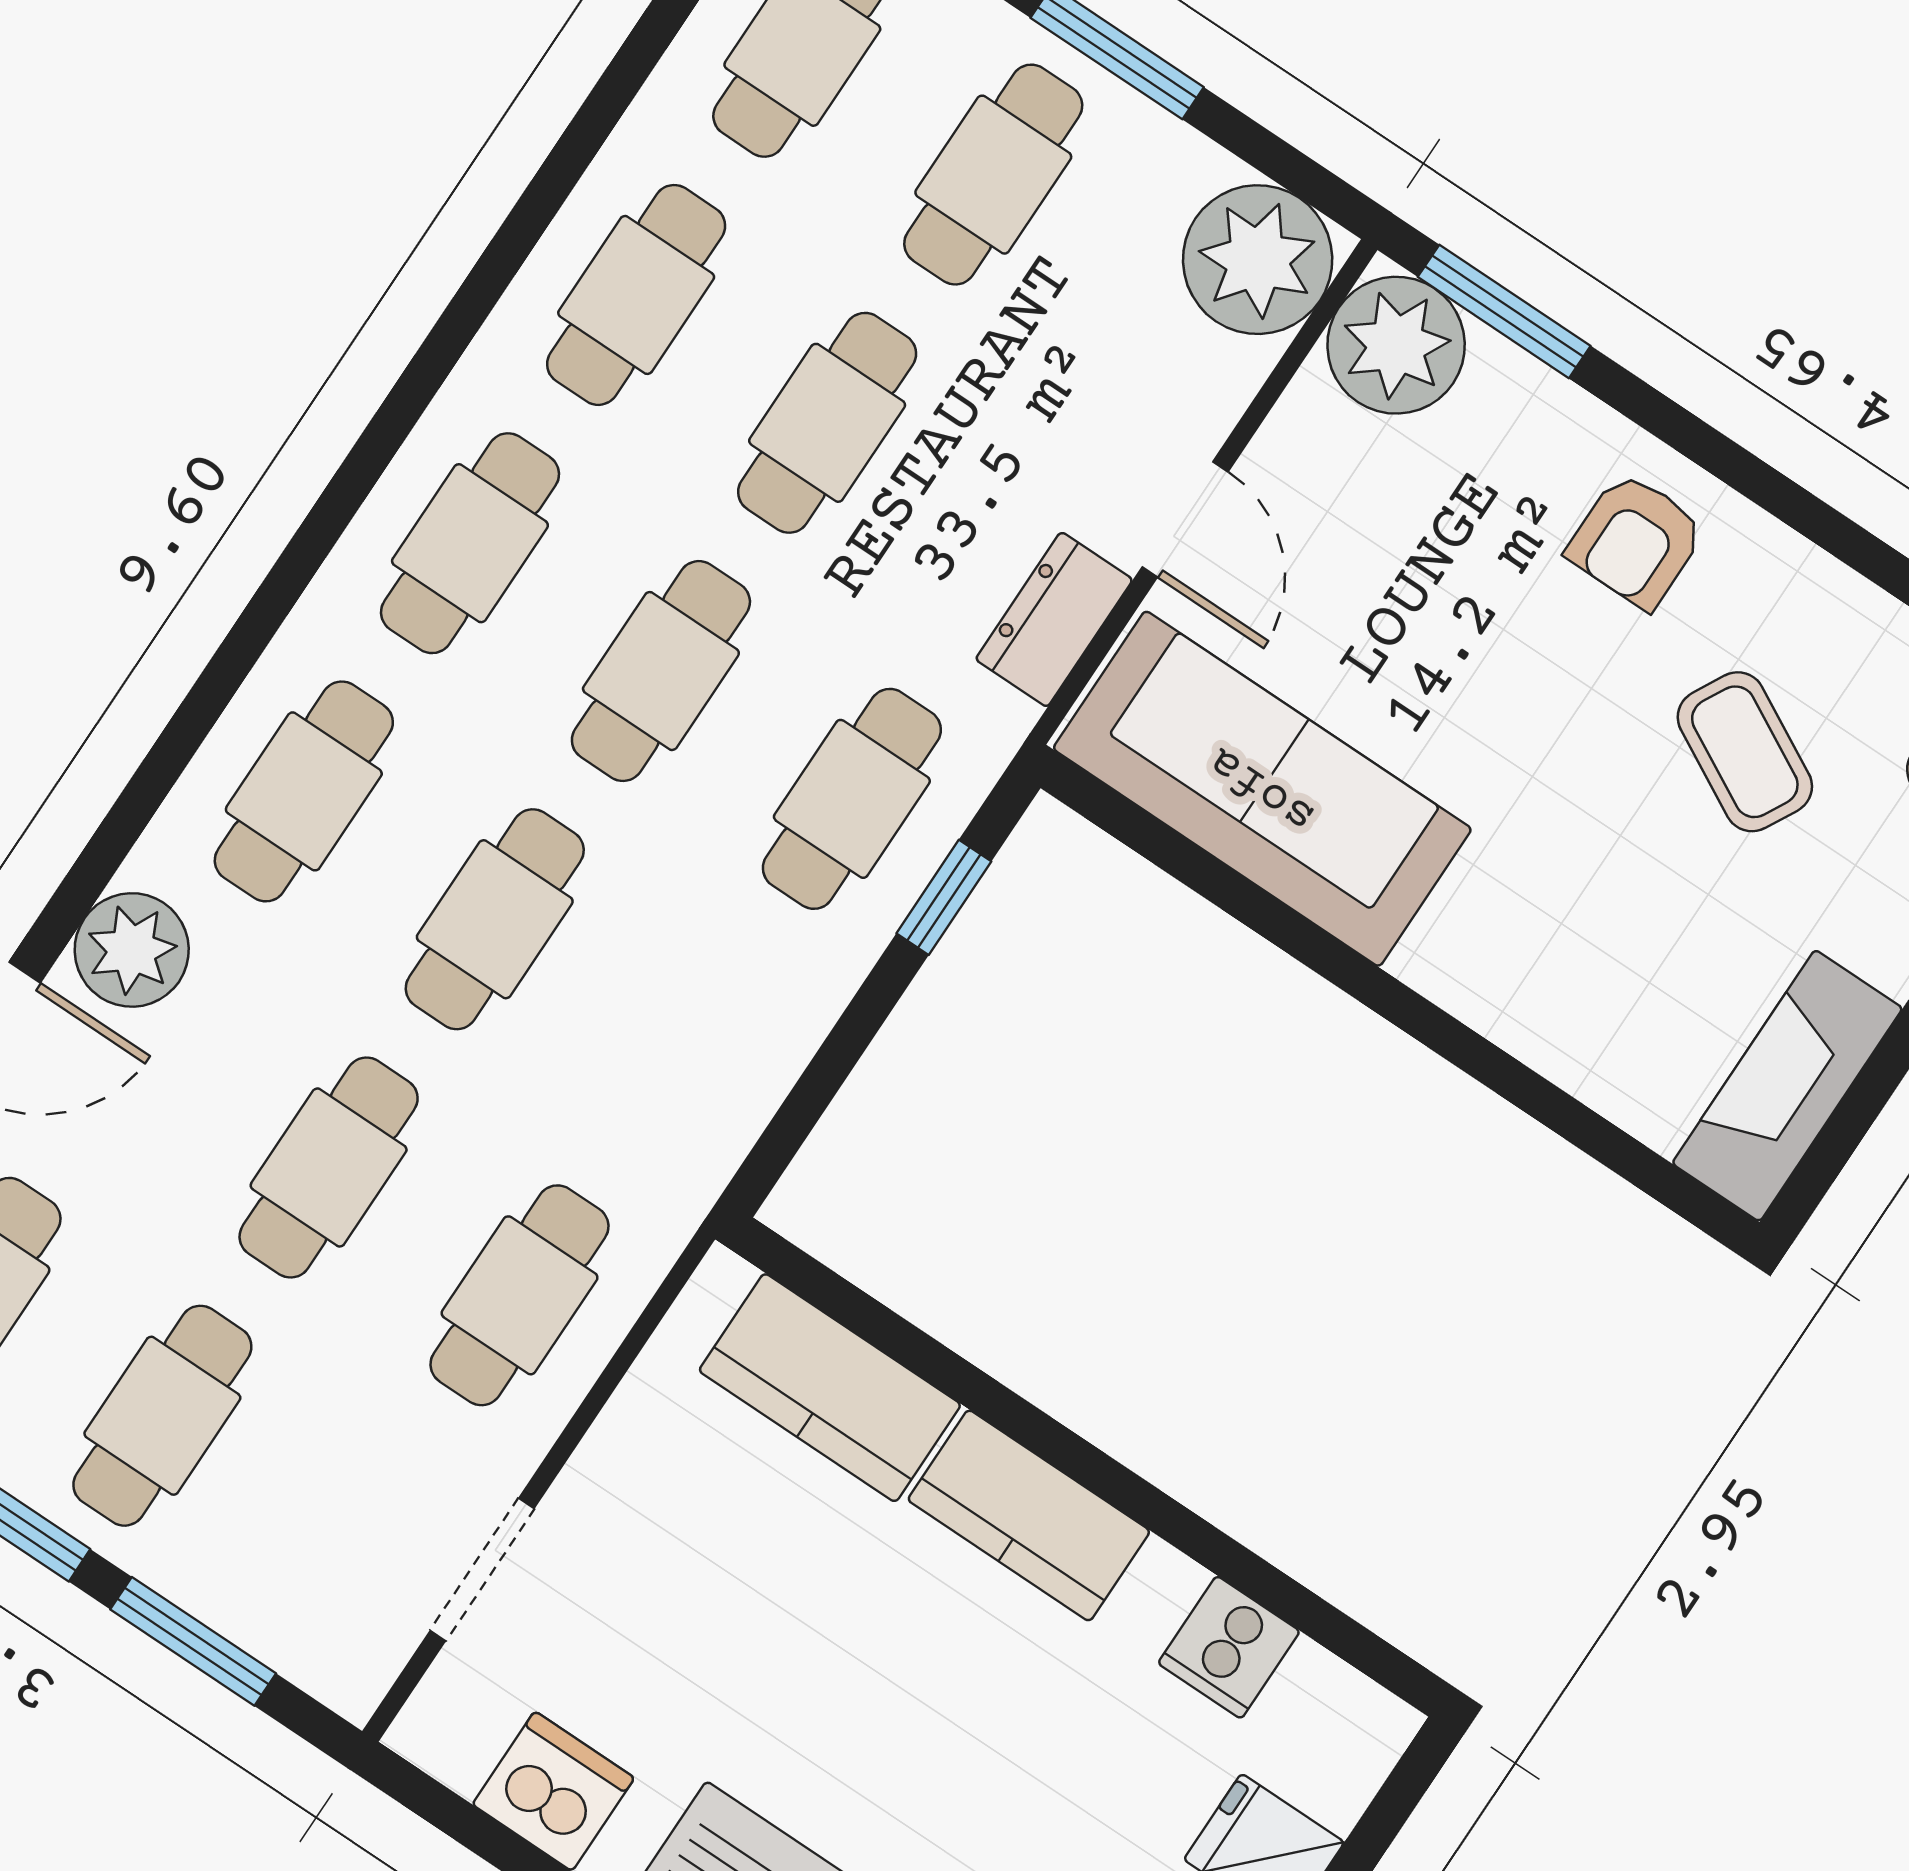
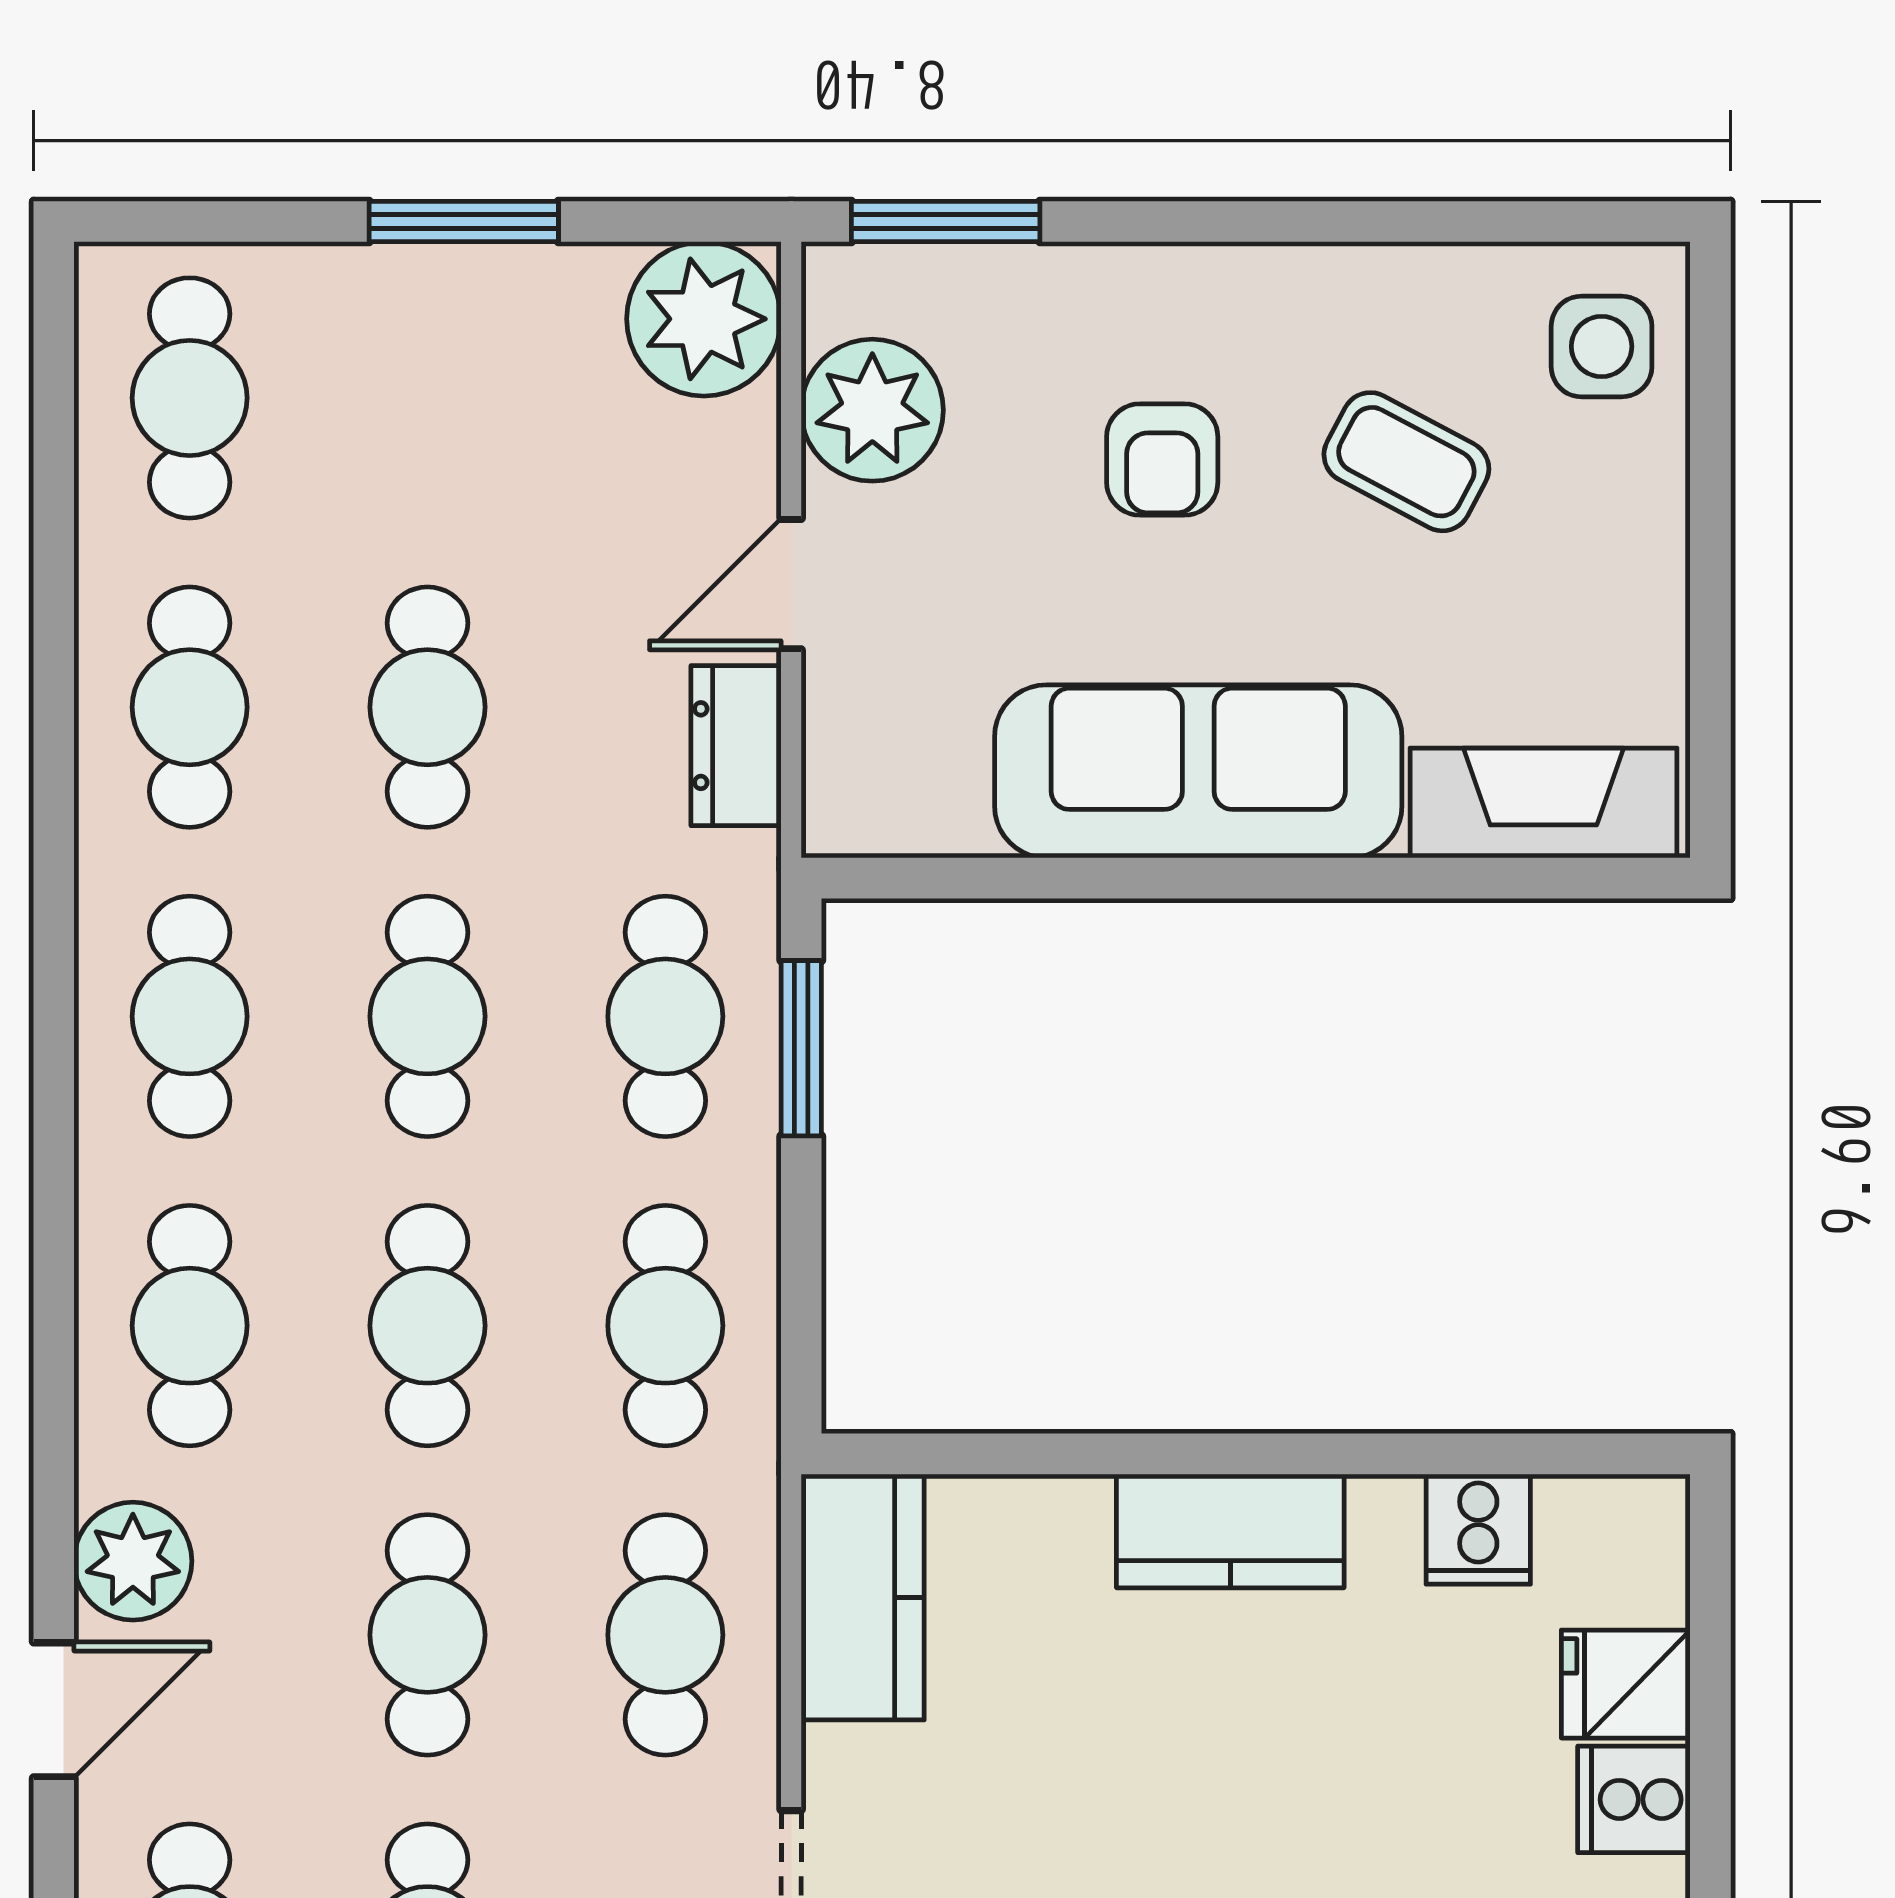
cafe table: (993, 175) -> (665, 1326), moved
plant: (1396, 345) -> (872, 410), moved
door: (1185, 519) -> (791, 584), swing flipped
armchair: (1636, 540) -> (1162, 460), moved
sofa: (1262, 789) -> (1198, 771), moved
window: (944, 897) -> (801, 1048), width x1.50
fireplace: (1787, 1086) -> (1543, 803), moved, turned 90
kitchen counter: (830, 1388) -> (863, 1597), moved, turned -90

